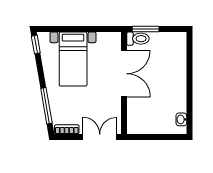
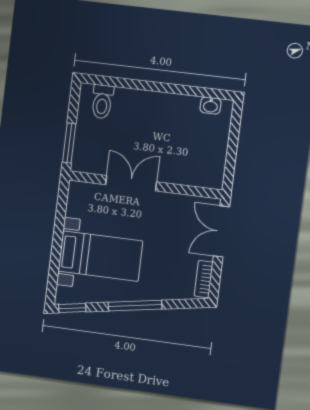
toilet: (138, 39) -> (102, 102), moved, turned 180
double door: (124, 74) -> (131, 183), width x0.73
window: (46, 106) -> (135, 306), moved

